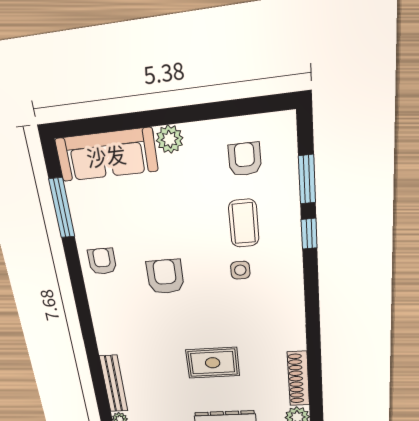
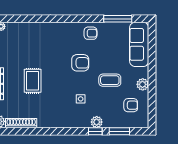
plant: (170, 139) -> (143, 84), moved
coffee table: (244, 223) -> (110, 80), moved
plant: (288, 233) -> (97, 122), added
bench: (114, 384) -> (23, 27), removed

